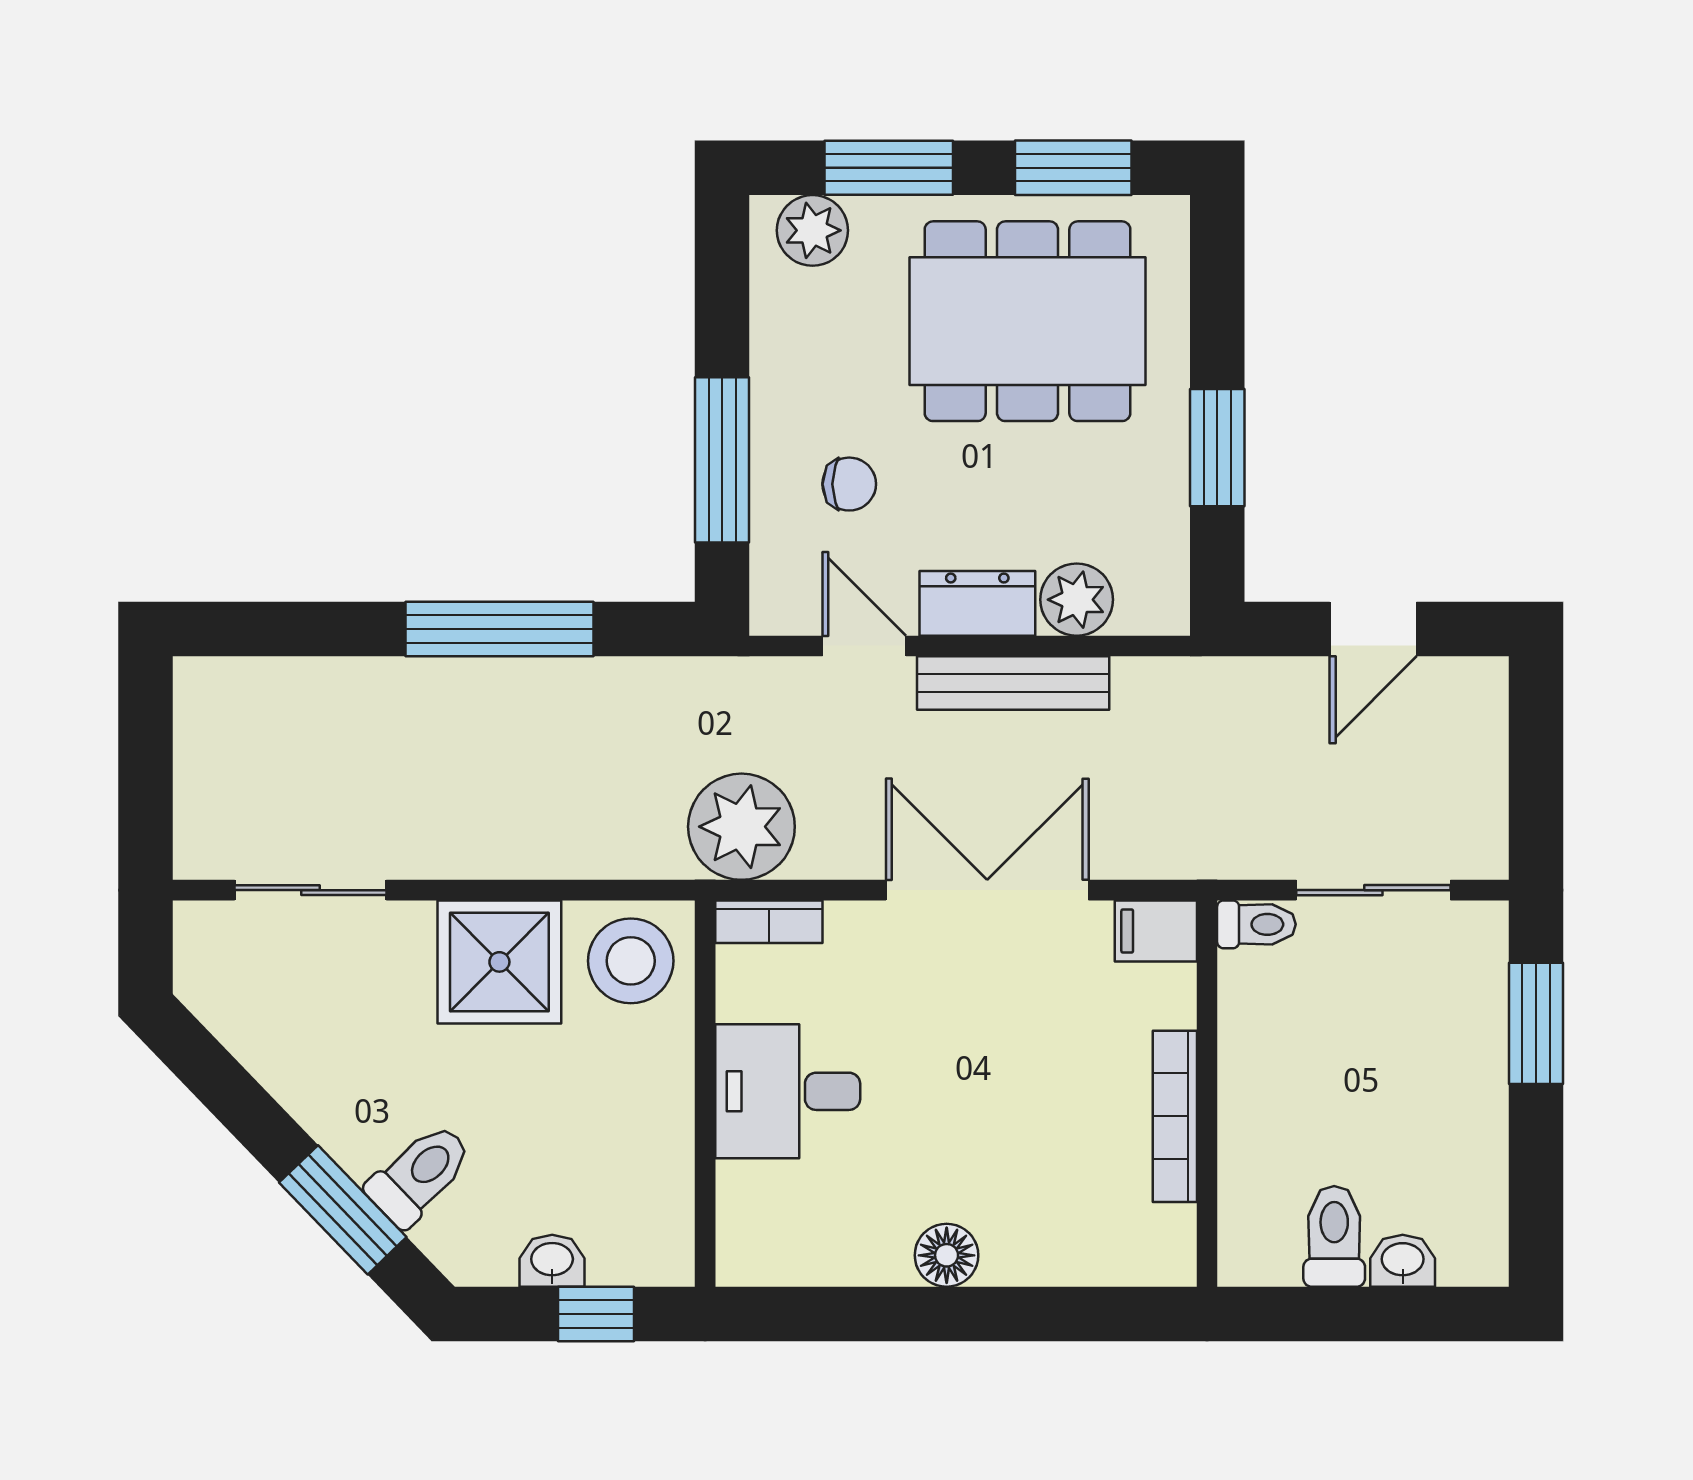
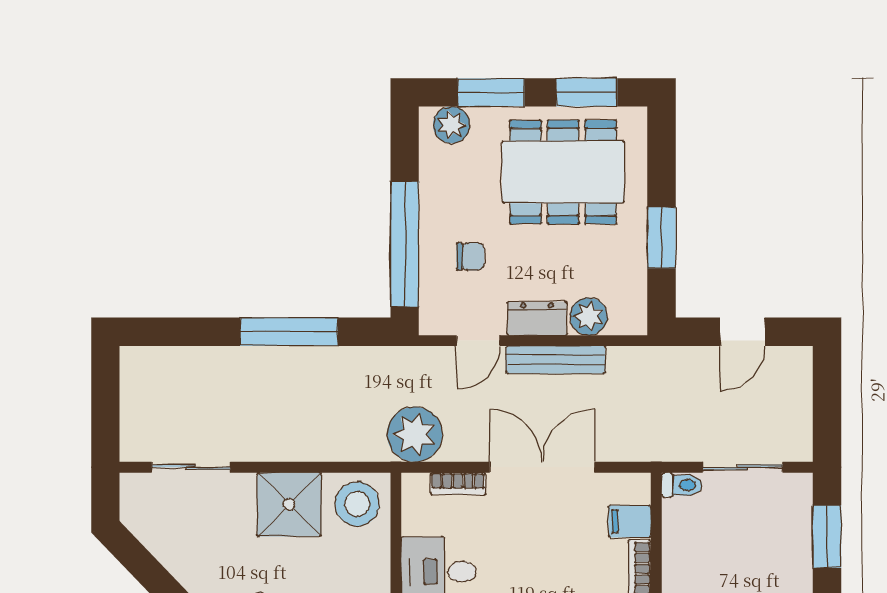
window: (722, 460) -> (405, 244), width x1.46
door: (864, 646) -> (478, 341), swing flipped
bookcase: (769, 922) -> (458, 484), moved
filing cabinet: (1156, 931) -> (630, 521), moved

